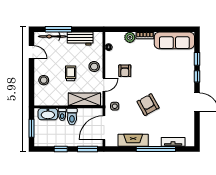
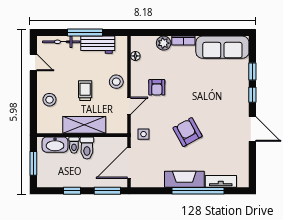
window: (58, 29) -> (85, 32), moved
shelving: (84, 99) -> (84, 125), moved
fireplace: (133, 140) -> (184, 179), moved

